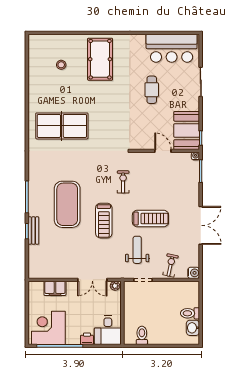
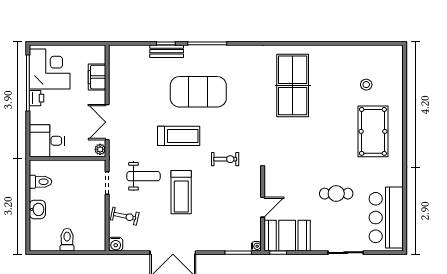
pool table: (100, 59) -> (373, 131), turned 90
treadmill: (104, 221) -> (179, 136), turned 180
washbasin: (193, 328) -> (37, 209), moved, turned 90
printer: (87, 339) -> (36, 98), moved

